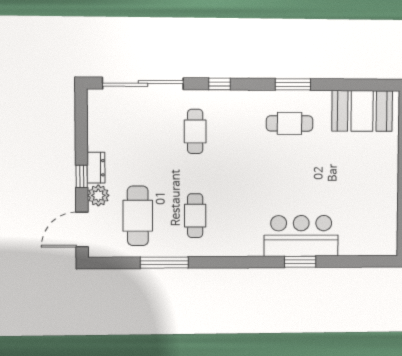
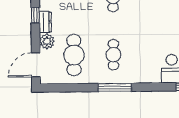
window: (82, 176) -> (35, 15), moved
window: (164, 263) -> (115, 87), moved

